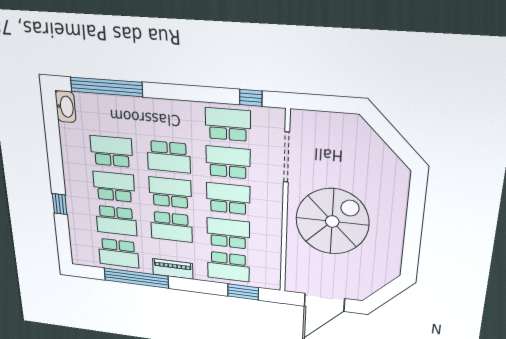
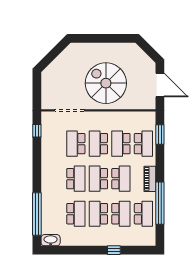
school desk: (228, 124) -> (53, 144), removed
school desk: (111, 151) -> (76, 214), turned 180

